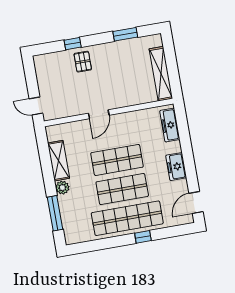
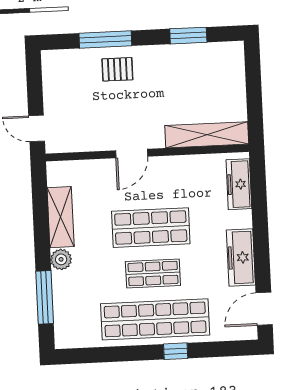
window: (73, 44) -> (105, 39), width x2.17
pallet: (83, 62) -> (117, 69), turned 90
shelving: (161, 74) -> (207, 135), moved, turned 90
freezer: (176, 167) -> (241, 257), width x1.40
shop shelf: (122, 189) -> (153, 273), width x0.70, depth x0.74

